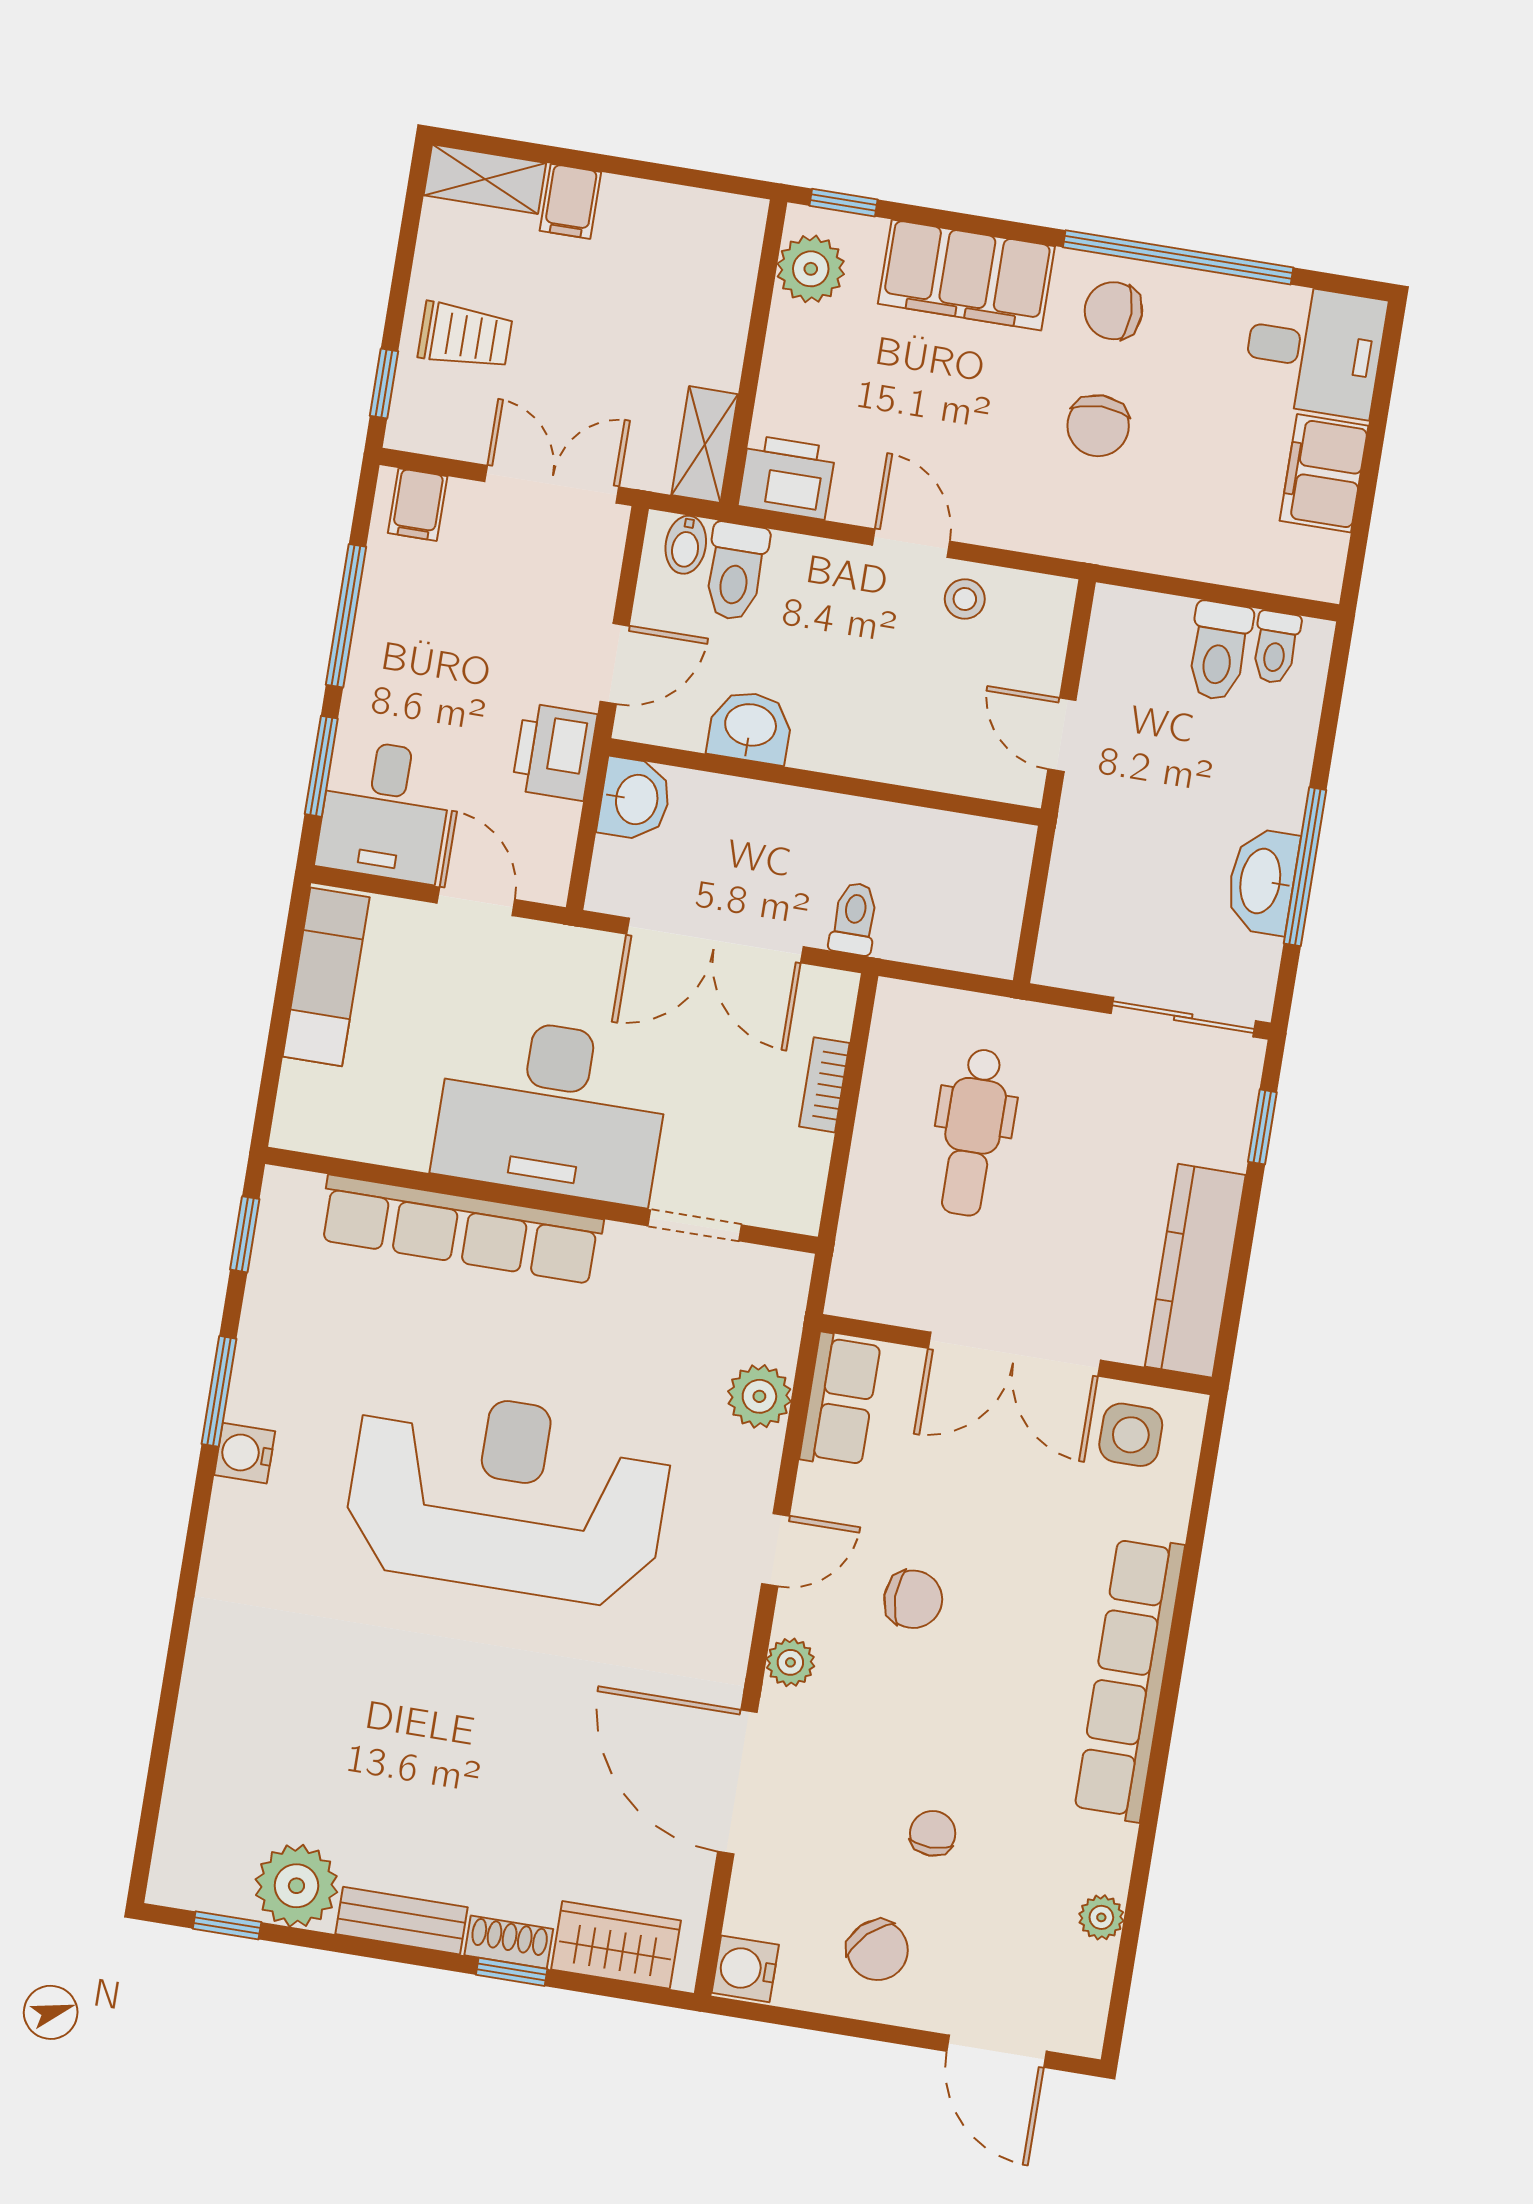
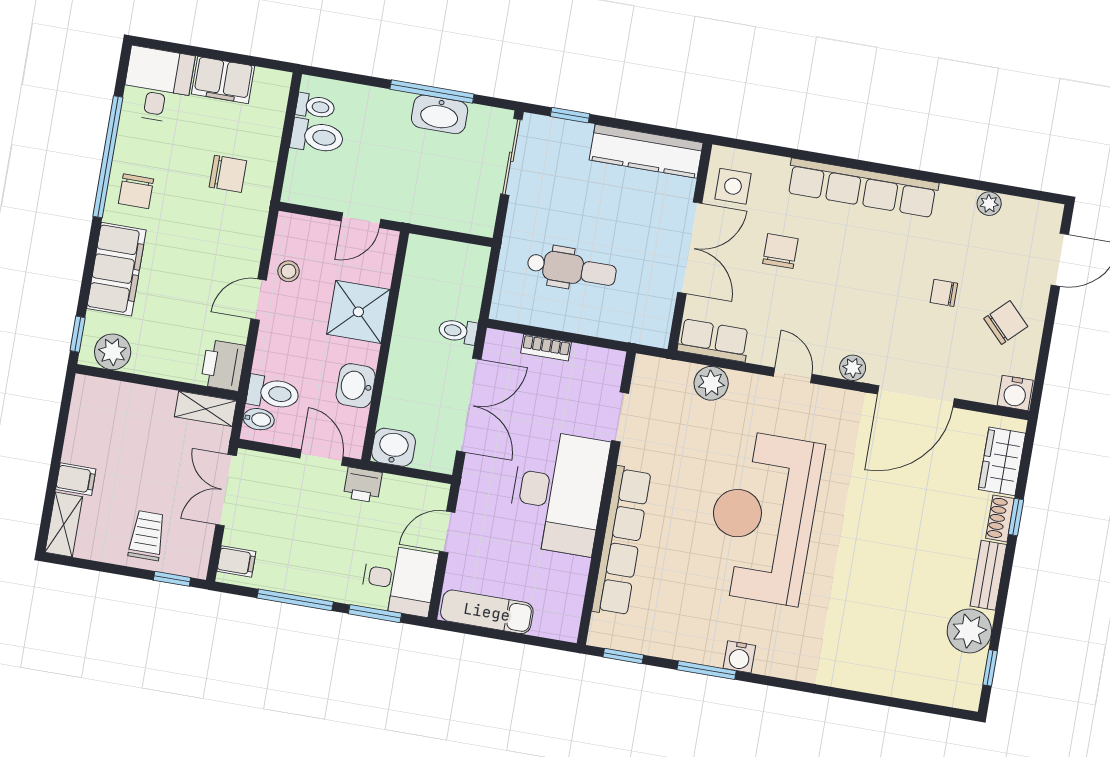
chair: (1098, 426) -> (228, 174), moved
shower: (889, 731) -> (358, 312), added
printer: (554, 752) -> (363, 485), width x0.73, depth x0.81
chair: (913, 1599) -> (780, 251), moved

